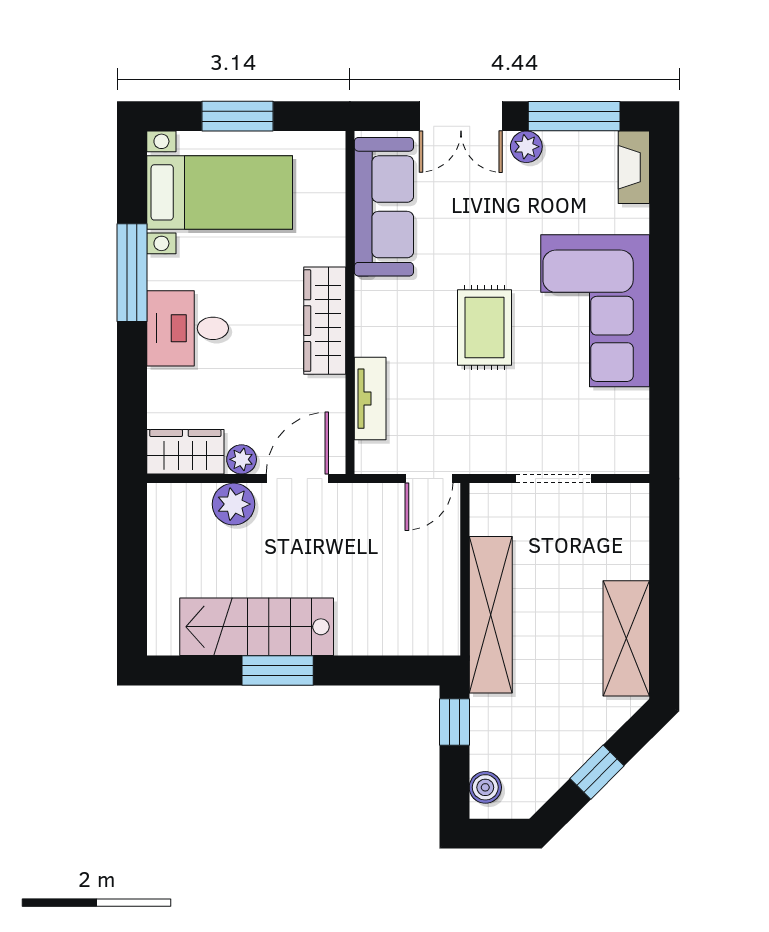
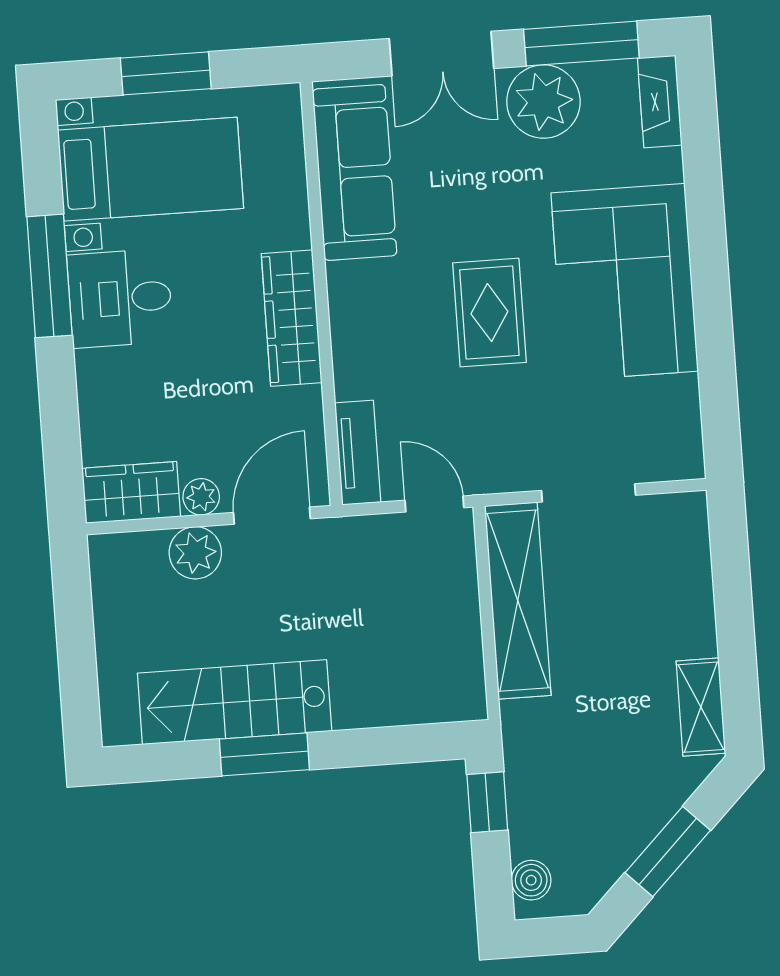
plant: (526, 147) -> (543, 102), width x1.88, depth x1.88
desk: (188, 328) -> (120, 298), moved
tv unit: (370, 399) -> (358, 453), moved
door: (429, 479) -> (434, 504), swing flipped
shelving: (491, 615) -> (518, 601), moved
shelving: (626, 638) -> (701, 707), width x0.67, depth x0.75
window: (597, 772) -> (668, 852), width x1.50

